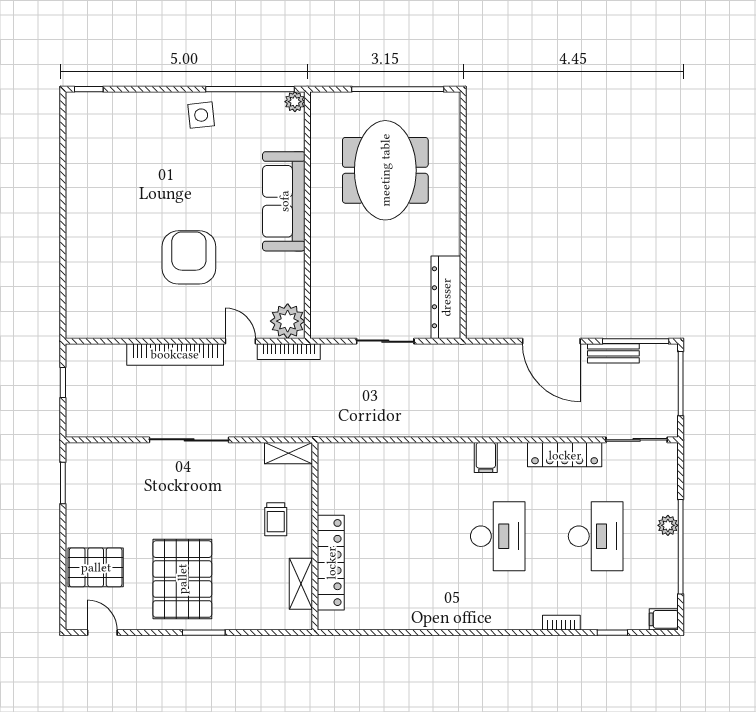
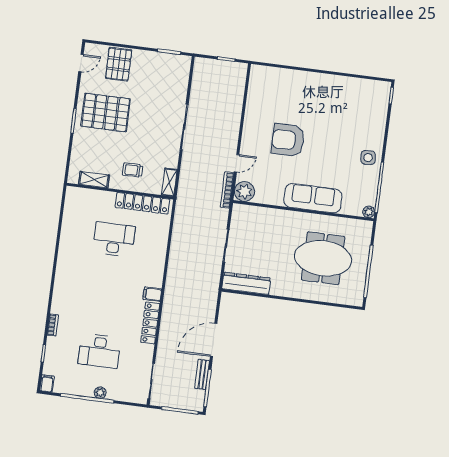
armchair: (189, 257) -> (288, 140), turned 180
bookcase: (175, 354) -> (234, 125), removed
locker: (565, 455) -> (150, 323), moved
desk: (498, 536) -> (114, 239), moved, turned 180
locker: (331, 563) -> (142, 203), moved

